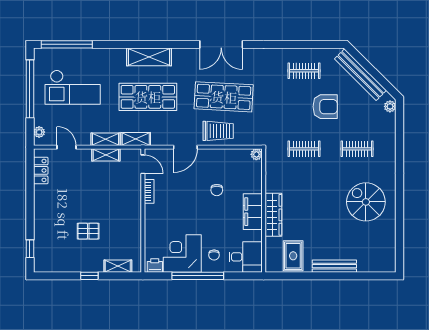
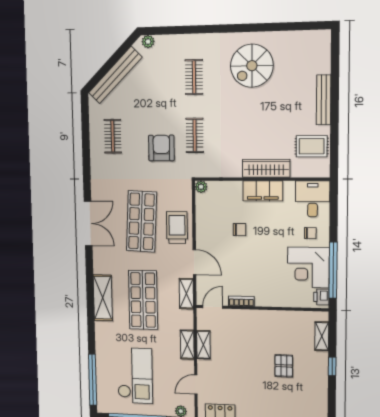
armchair: (325, 107) -> (161, 148), moved
shelving: (136, 139) -> (186, 294), moved
window: (198, 276) -> (333, 270), moved

